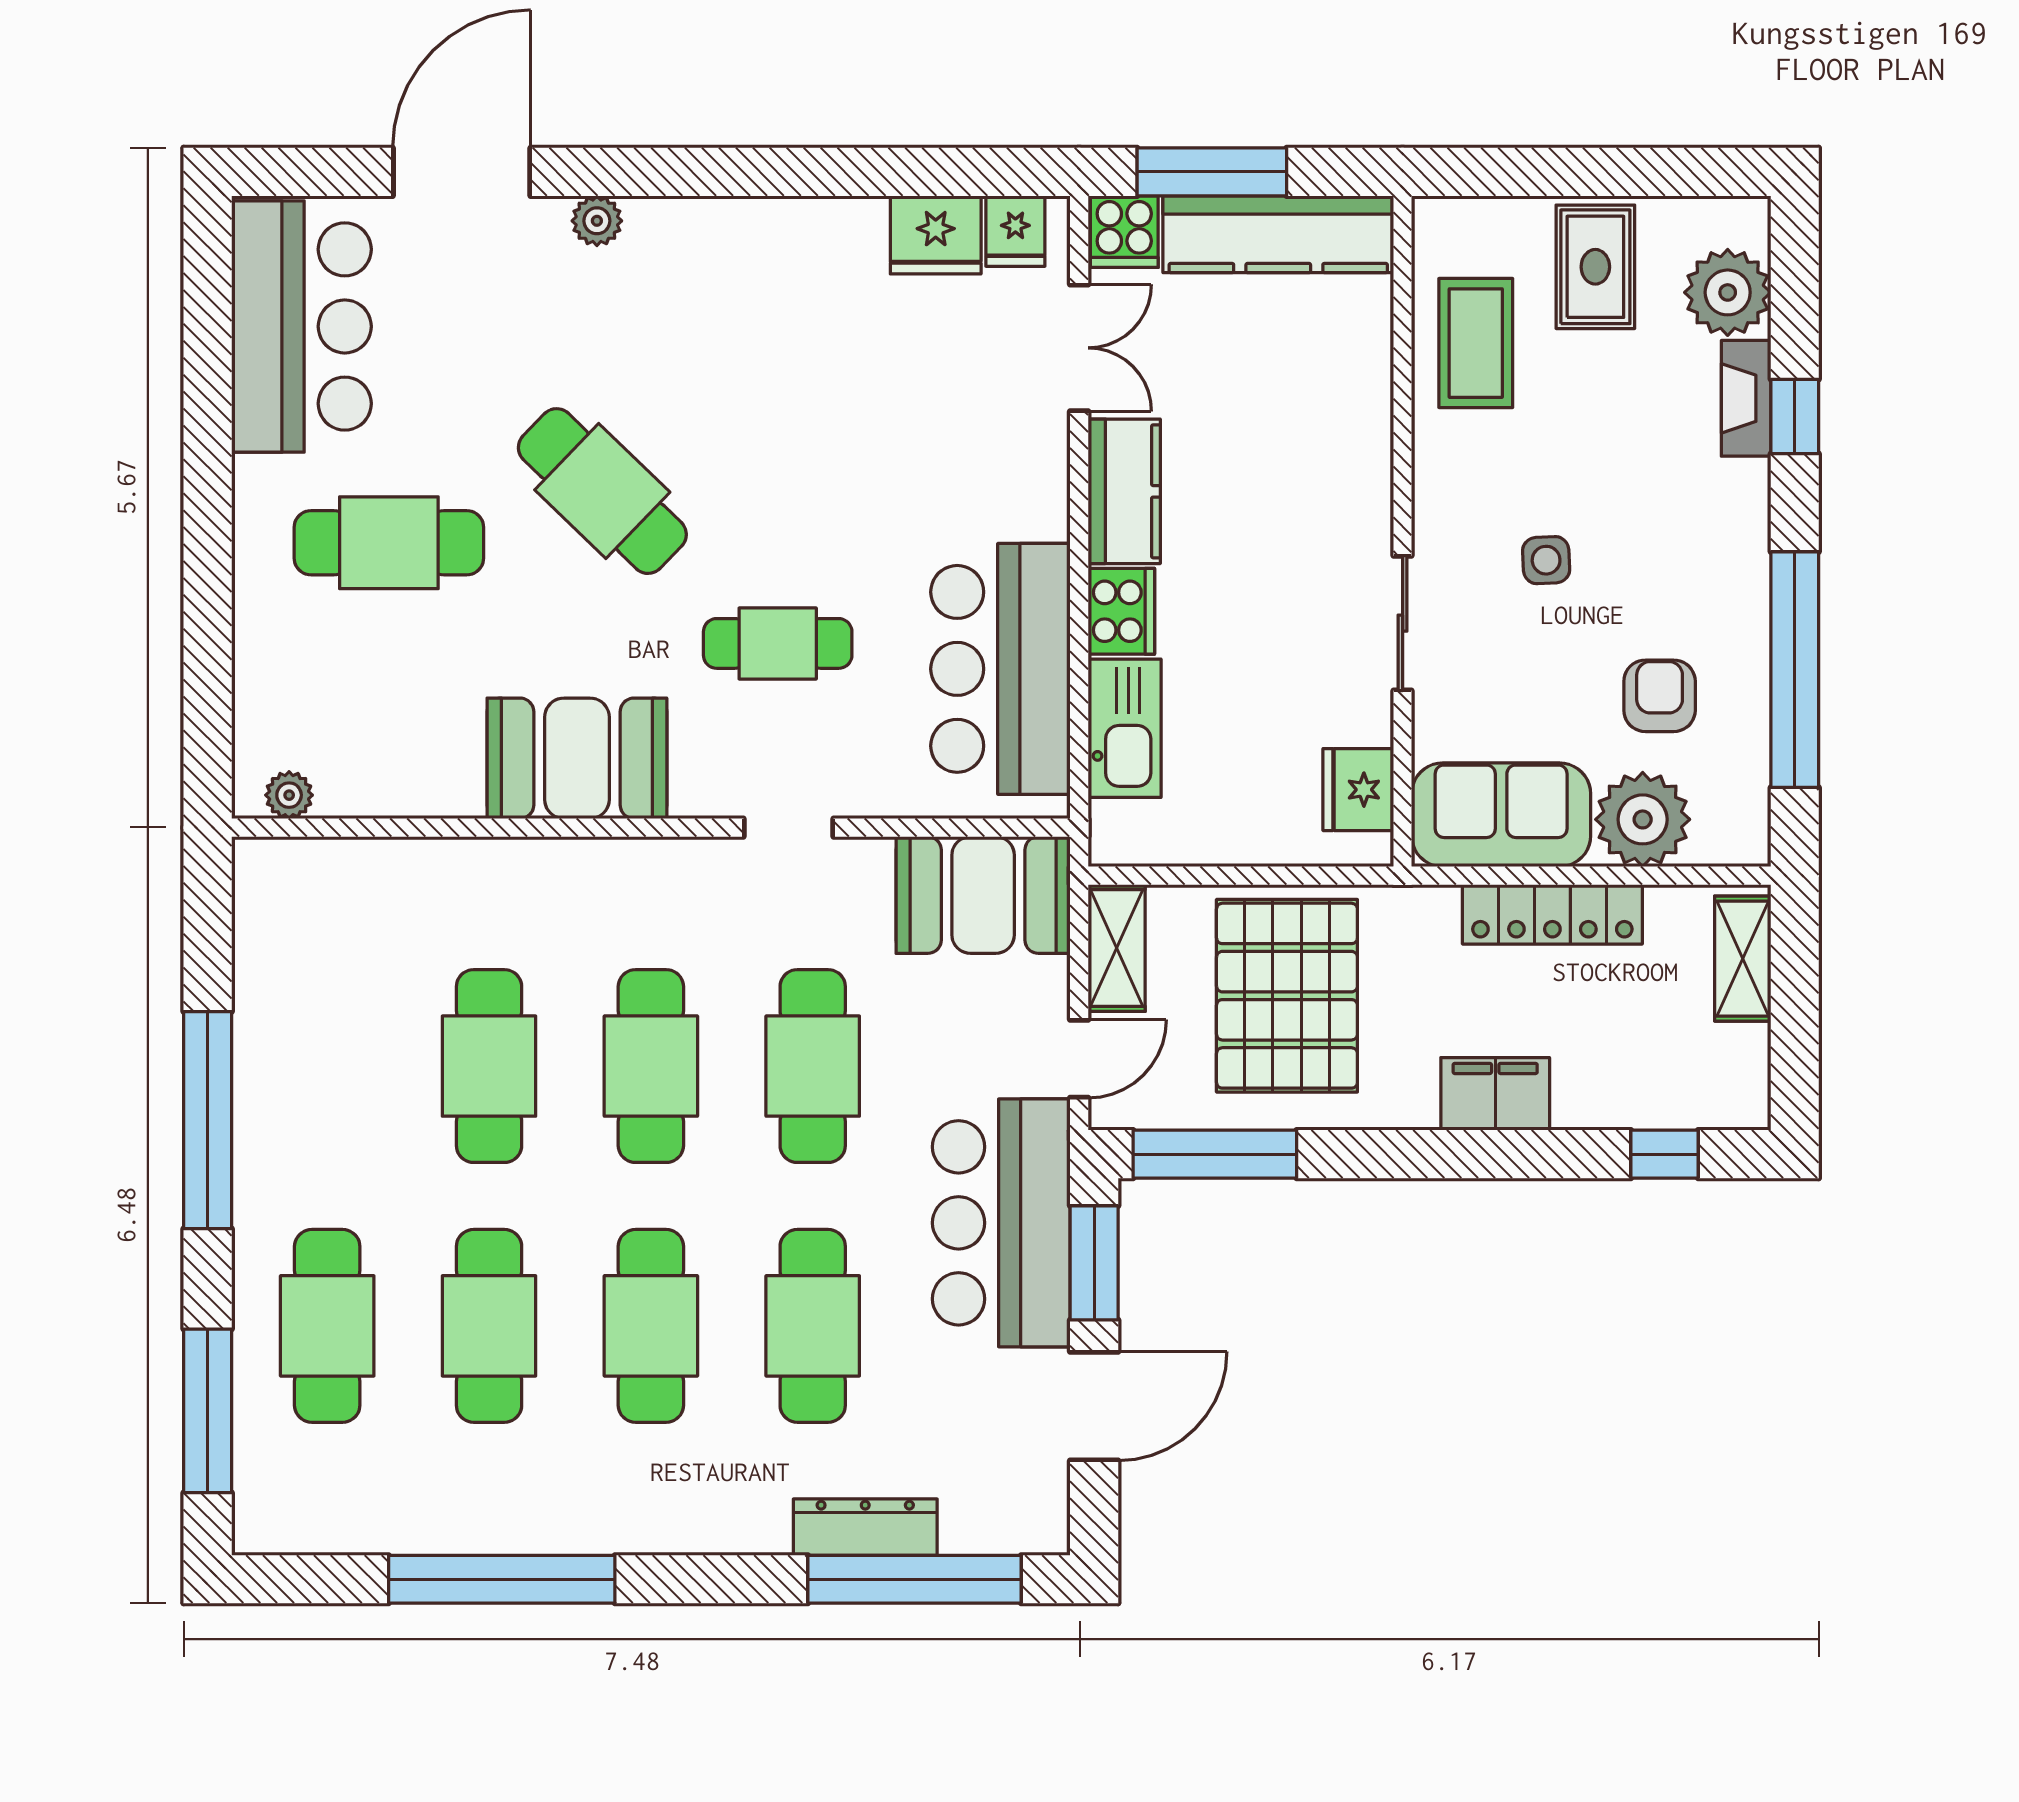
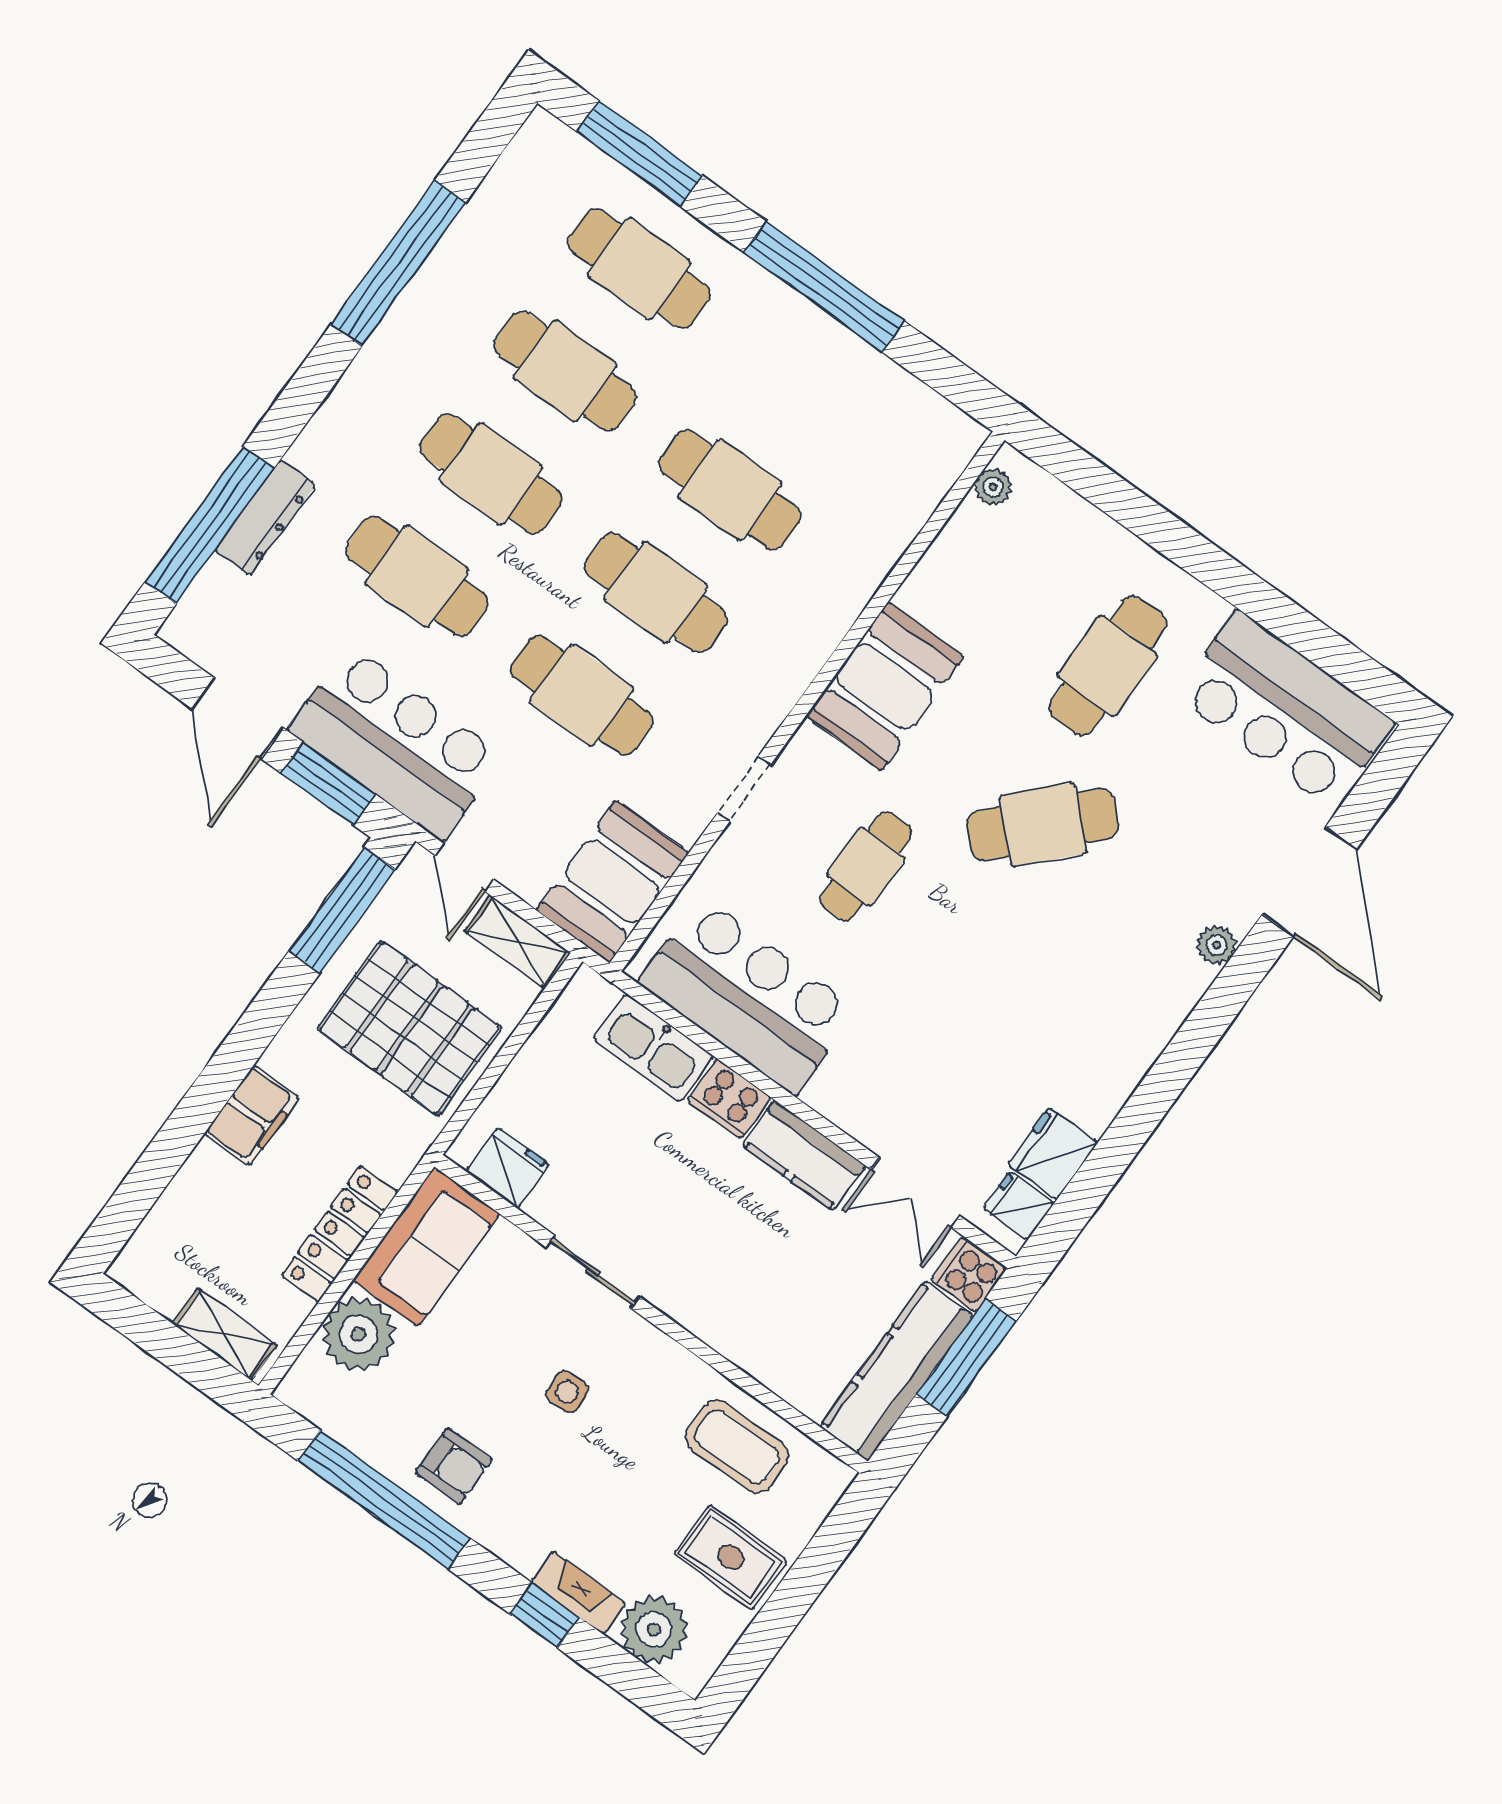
armchair: (1660, 696) -> (454, 1466), moved
window: (1664, 1154) -> (136, 1195), removed

